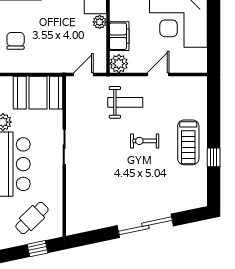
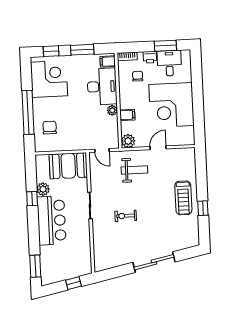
filing cabinet: (119, 36) -> (127, 115), width x0.50
door: (83, 74) -> (102, 150), swing flipped
exercise bike: (145, 141) -> (126, 216), moved
cafe table: (32, 218) -> (68, 260), removed

